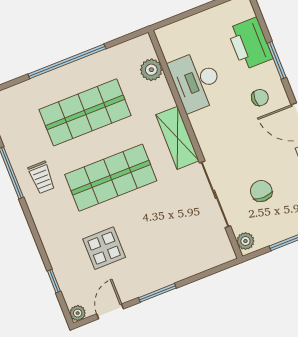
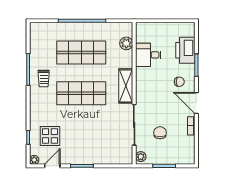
desk: (196, 81) -> (148, 55), width x0.73
display table: (104, 248) -> (50, 136), moved

